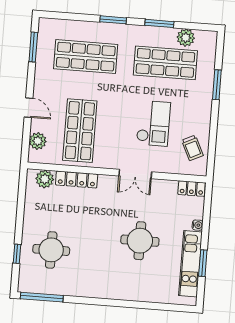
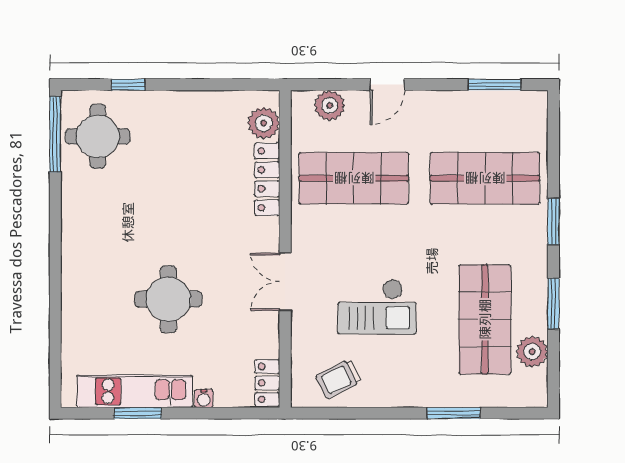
shop shelf: (86, 57) -> (485, 178), turned 90
round table: (51, 250) -> (98, 136), moved

